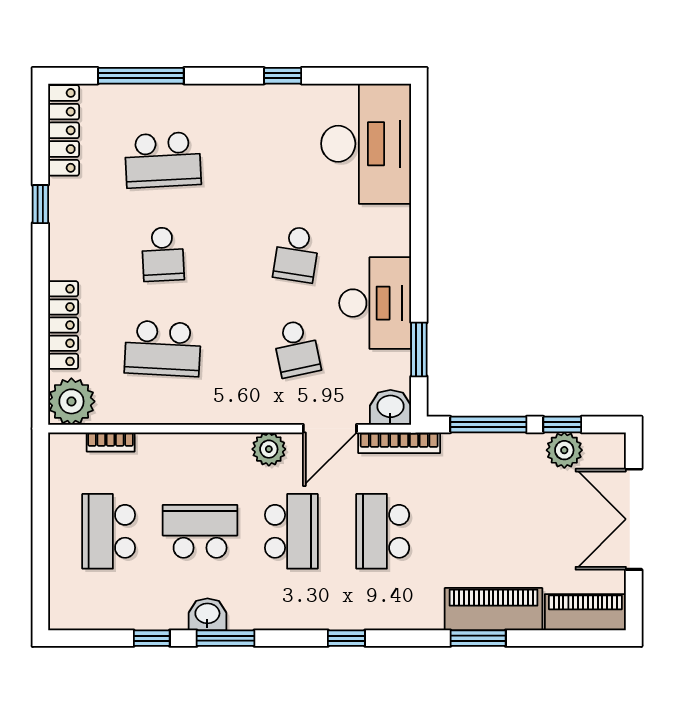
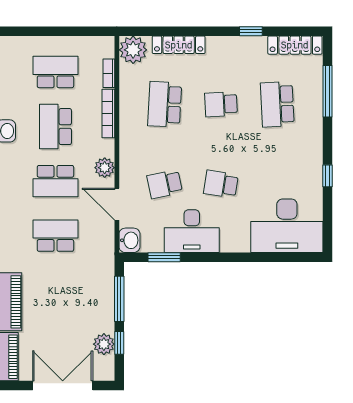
bookcase: (399, 443) -> (108, 113), moved
school desk: (200, 531) -> (55, 127), turned 180

